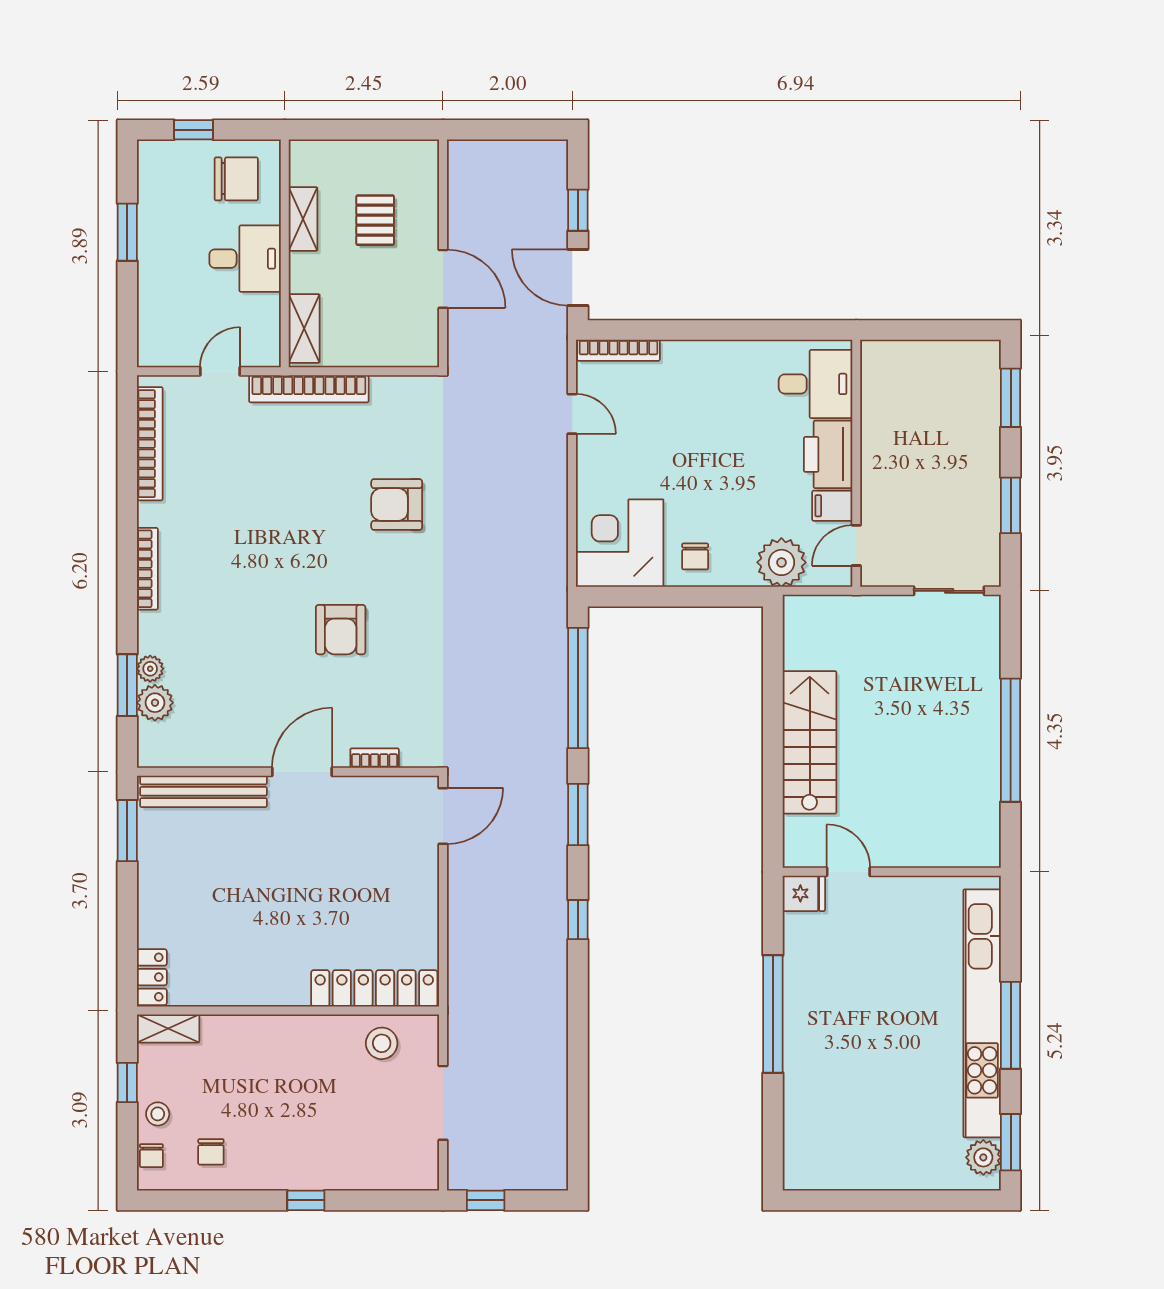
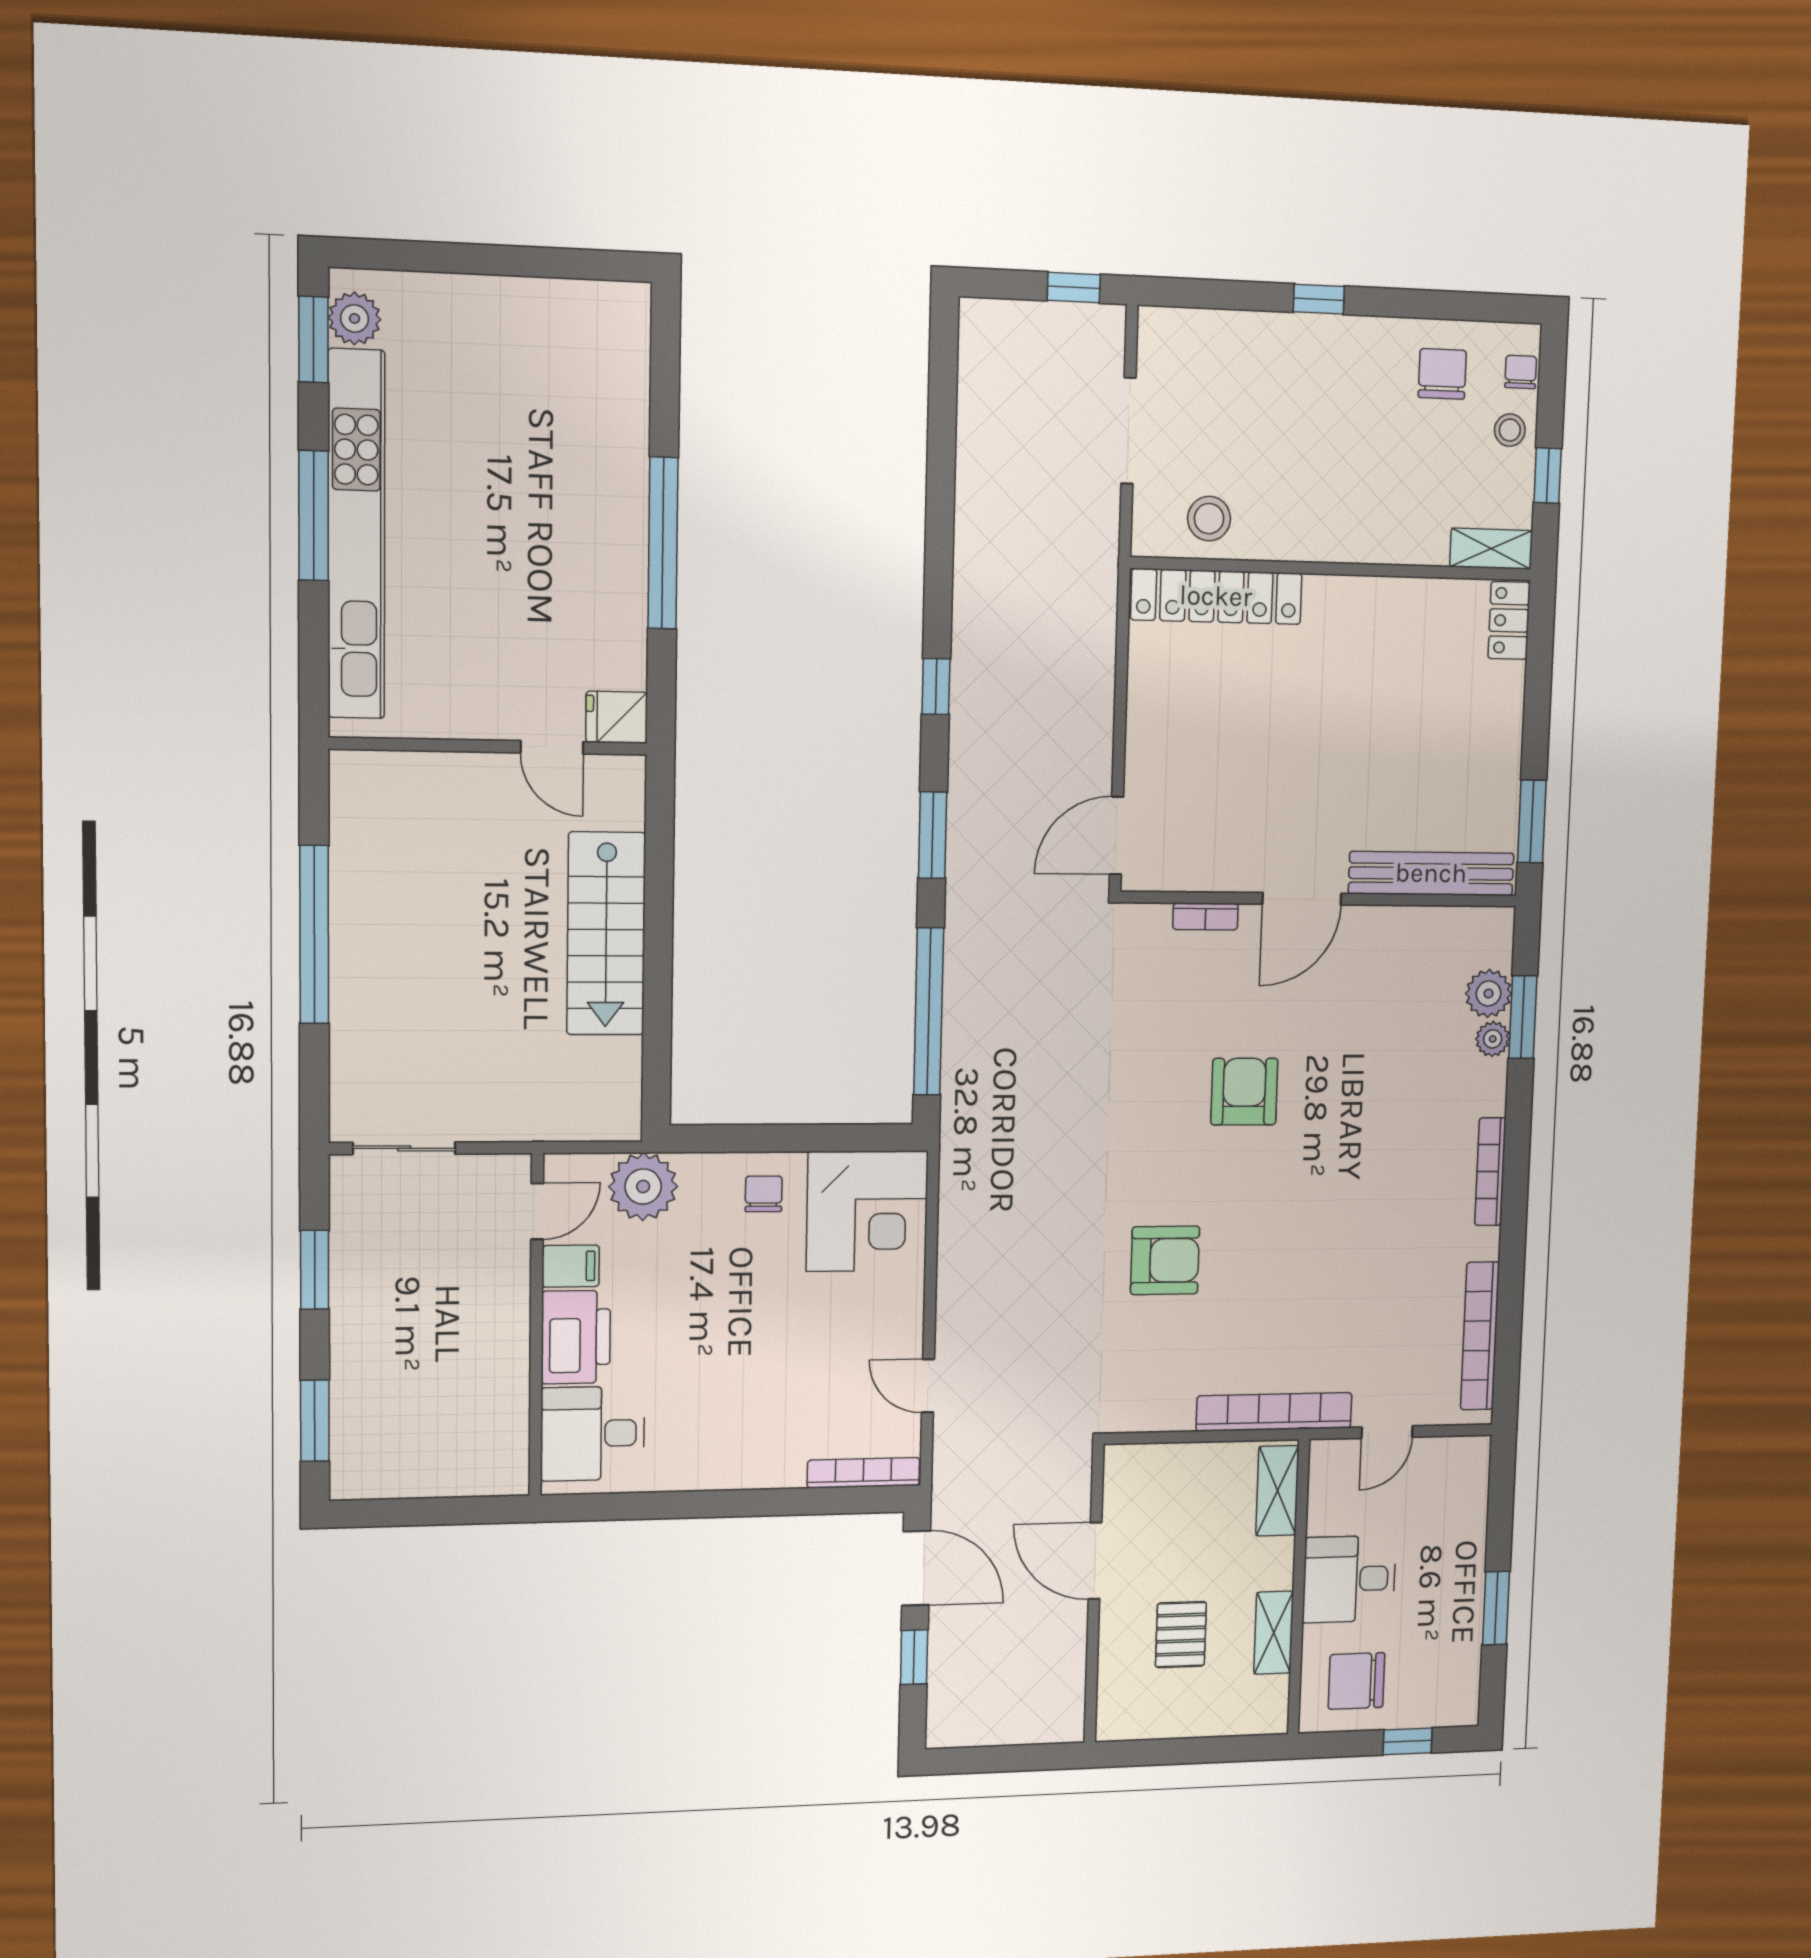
chair: (211, 1152) -> (1442, 374), width x1.37, depth x1.37

